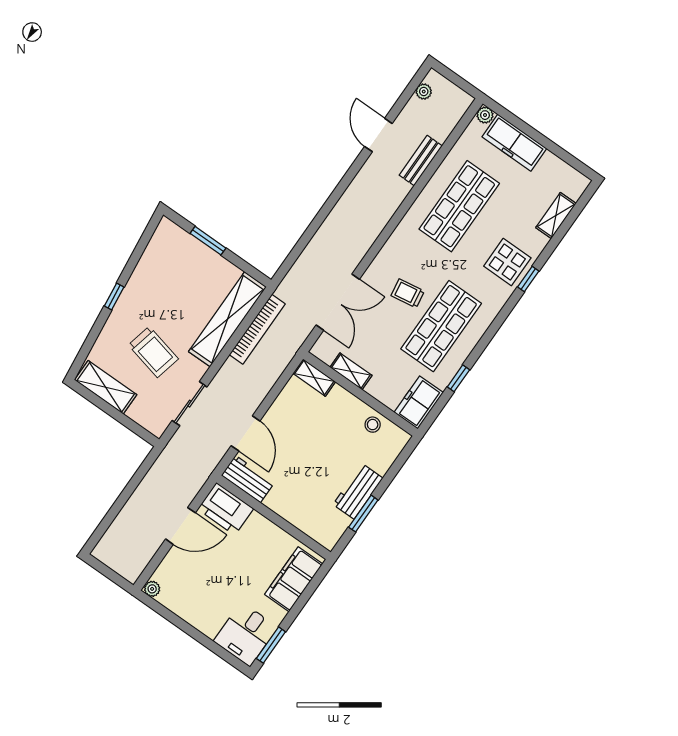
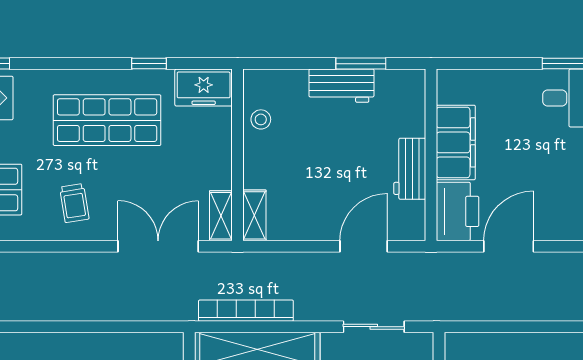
trolley: (408, 293) -> (74, 203), moved
shelving: (351, 371) -> (221, 216), moved
workbench: (248, 479) -> (410, 169), moved
door: (180, 526) -> (509, 246), hinge flipped
filing cabinet: (294, 579) -> (456, 142), moved, turned -90

